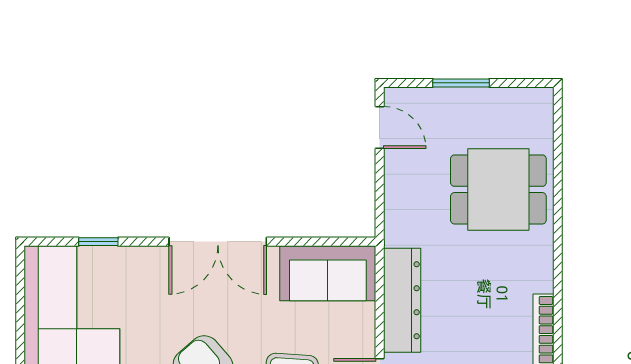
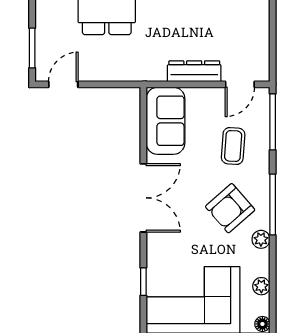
window: (461, 83) -> (32, 48), moved
dresser: (402, 300) -> (194, 71), width x0.73, depth x0.80

